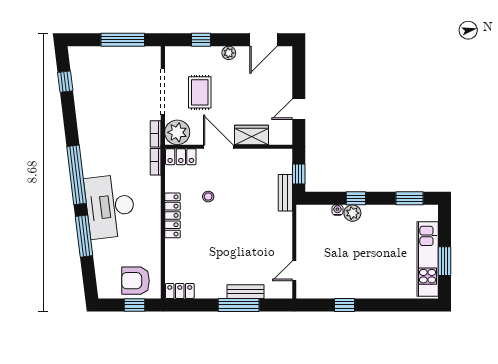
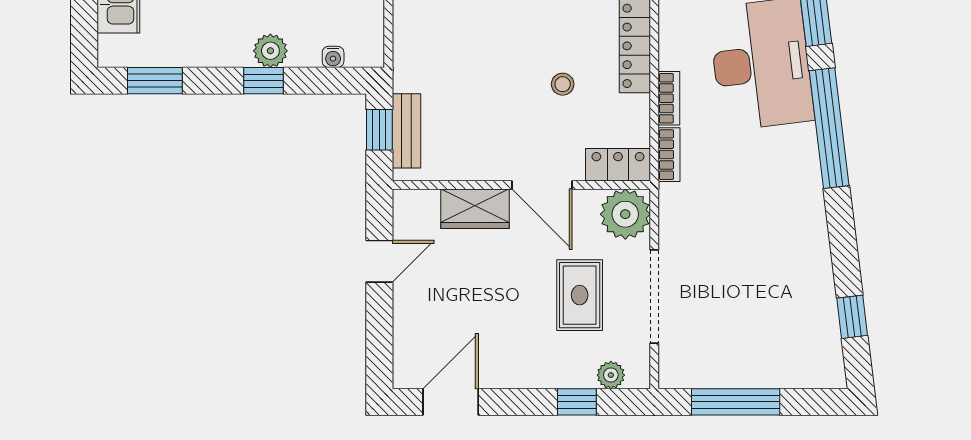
plant: (229, 53) -> (611, 375), moved
bookcase: (156, 134) -> (669, 98), moved
bench: (285, 193) -> (406, 131), moved
water cooler: (337, 210) -> (333, 57), moved

